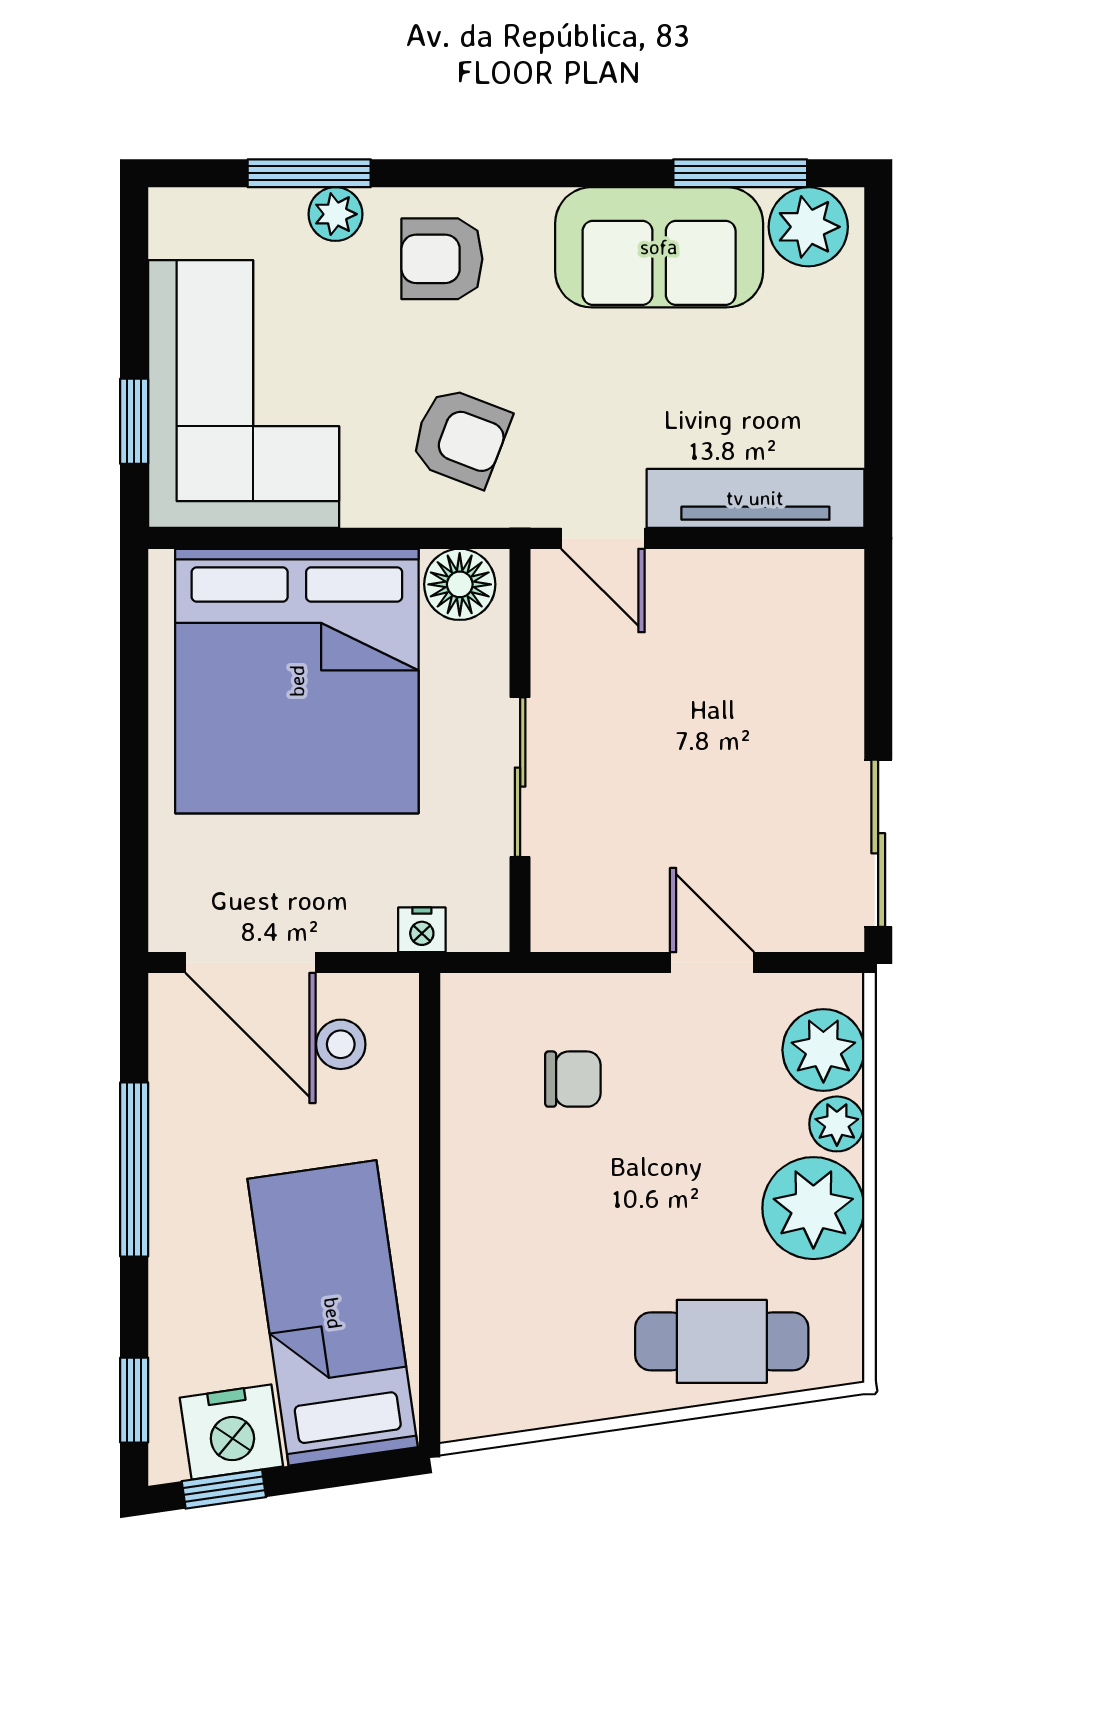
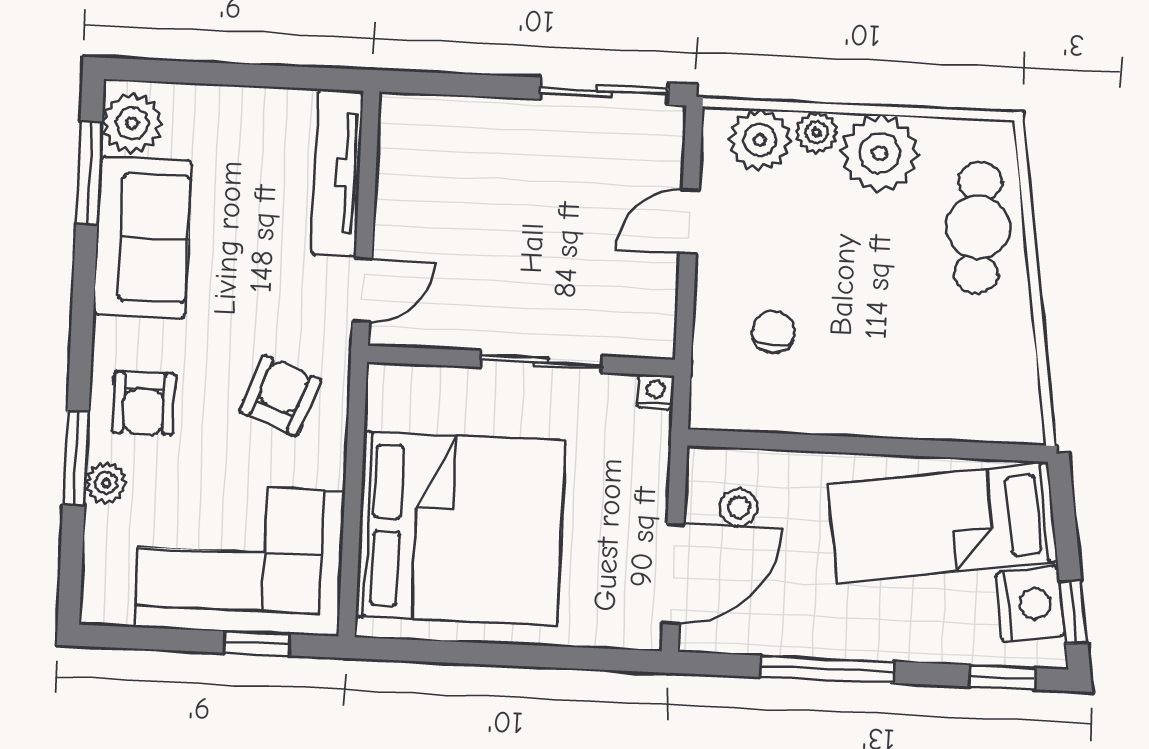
window: (309, 173) -> (76, 458), moved
floor lamp: (460, 584) -> (392, 401), removed
nightstand: (422, 930) -> (655, 392), moved, turned -90

